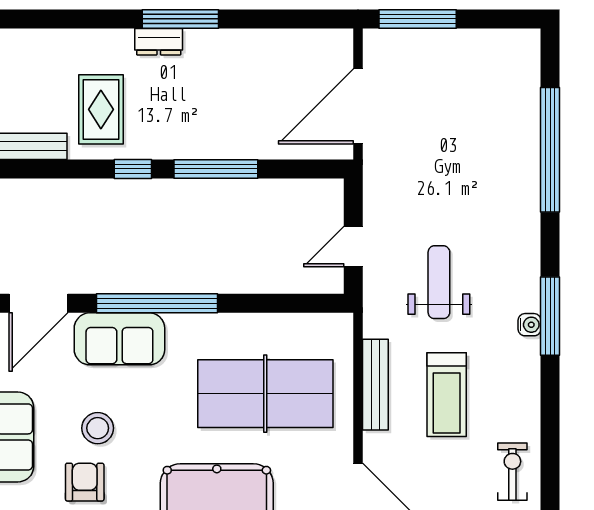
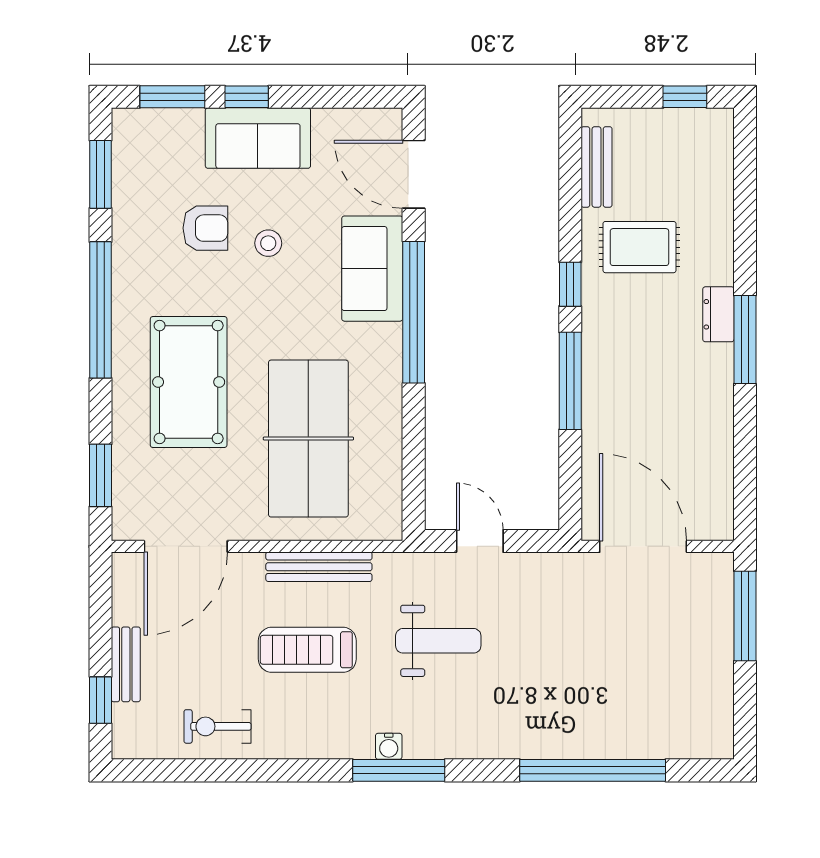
stool: (98, 428) -> (268, 243), width x0.73, depth x0.73
exercise bike: (512, 472) -> (218, 726), turned 180

